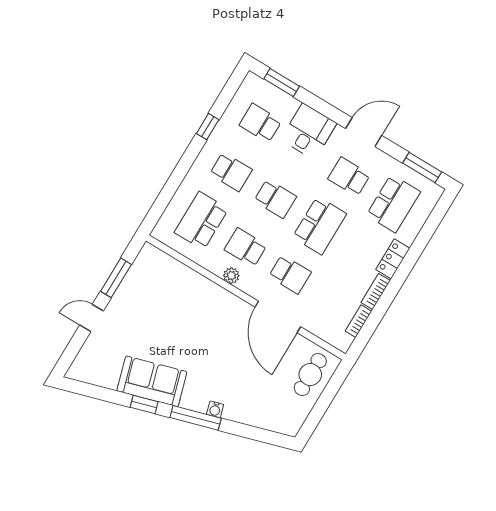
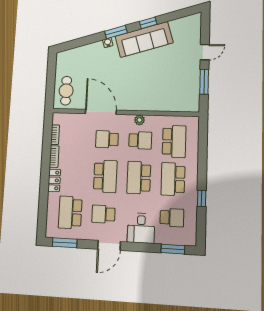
school desk: (231, 172) -> (173, 179), width x1.85
school desk: (349, 177) -> (103, 214), turned 180
school desk: (275, 199) -> (139, 178), width x1.85
school desk: (319, 225) -> (105, 176), turned 180
sofa: (152, 381) -> (144, 39), width x1.36
window: (196, 418) -> (116, 32), width x0.69

